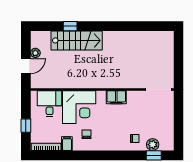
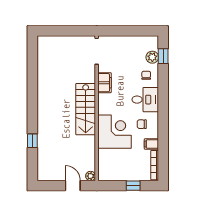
stairs: (77, 40) -> (86, 109), moved, turned 180
plant: (35, 53) -> (91, 176), moved
filing cabinet: (116, 97) -> (104, 83), moved
desk: (50, 104) -> (145, 100), moved, turned 180

